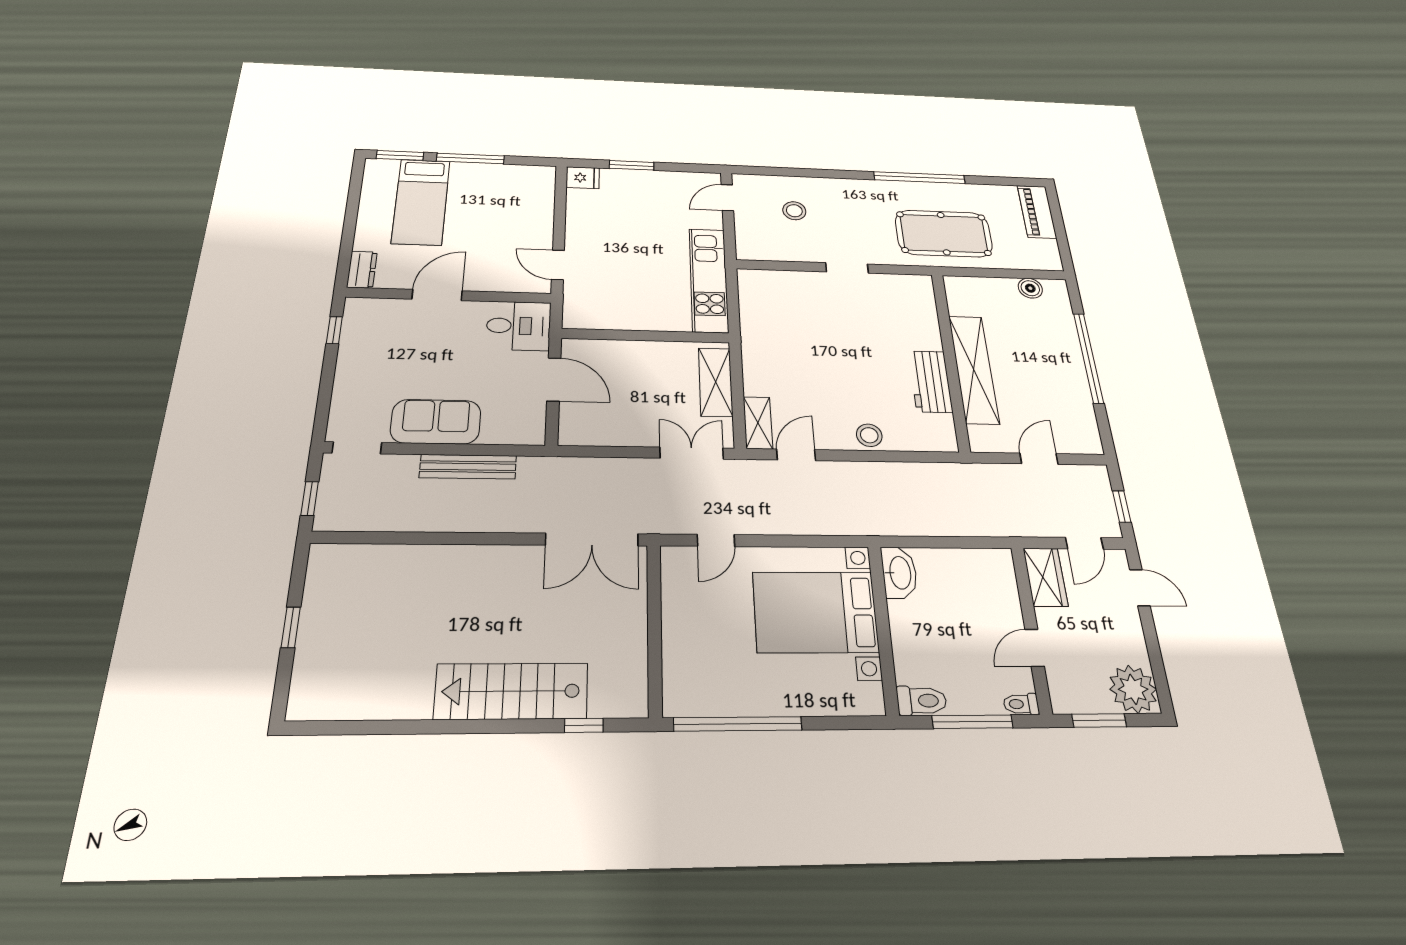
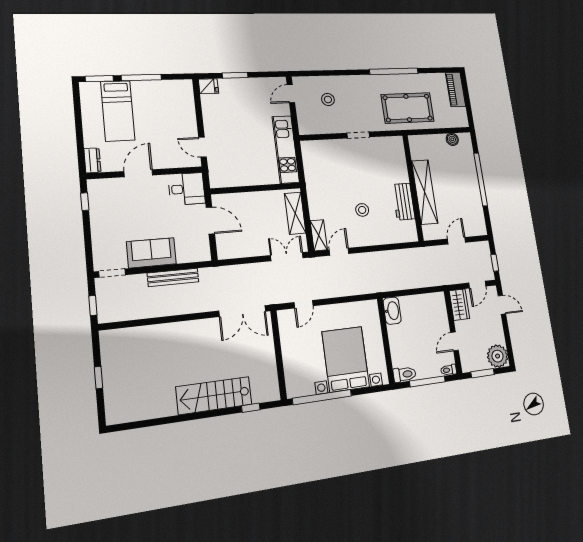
stool: (869, 435) -> (362, 210), moved
bed with nightstands: (815, 612) -> (346, 359), moved, turned 90

